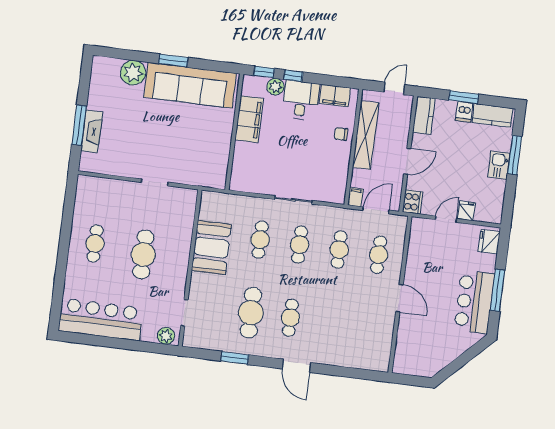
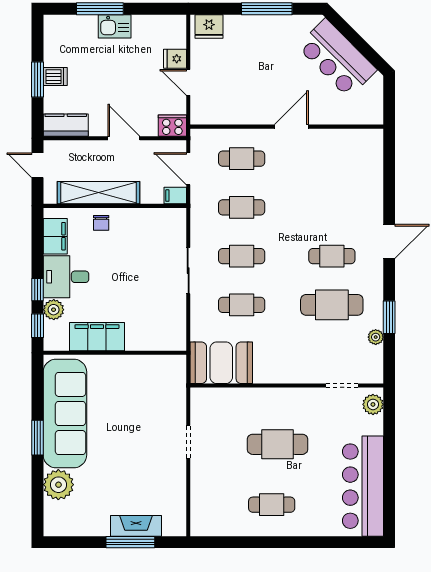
kitchen counter: (492, 115) -> (55, 42), removed
booth: (211, 247) -> (221, 363), moved
bar counter: (474, 302) -> (337, 58), moved, turned 45
plant: (220, 345) -> (376, 337), added

